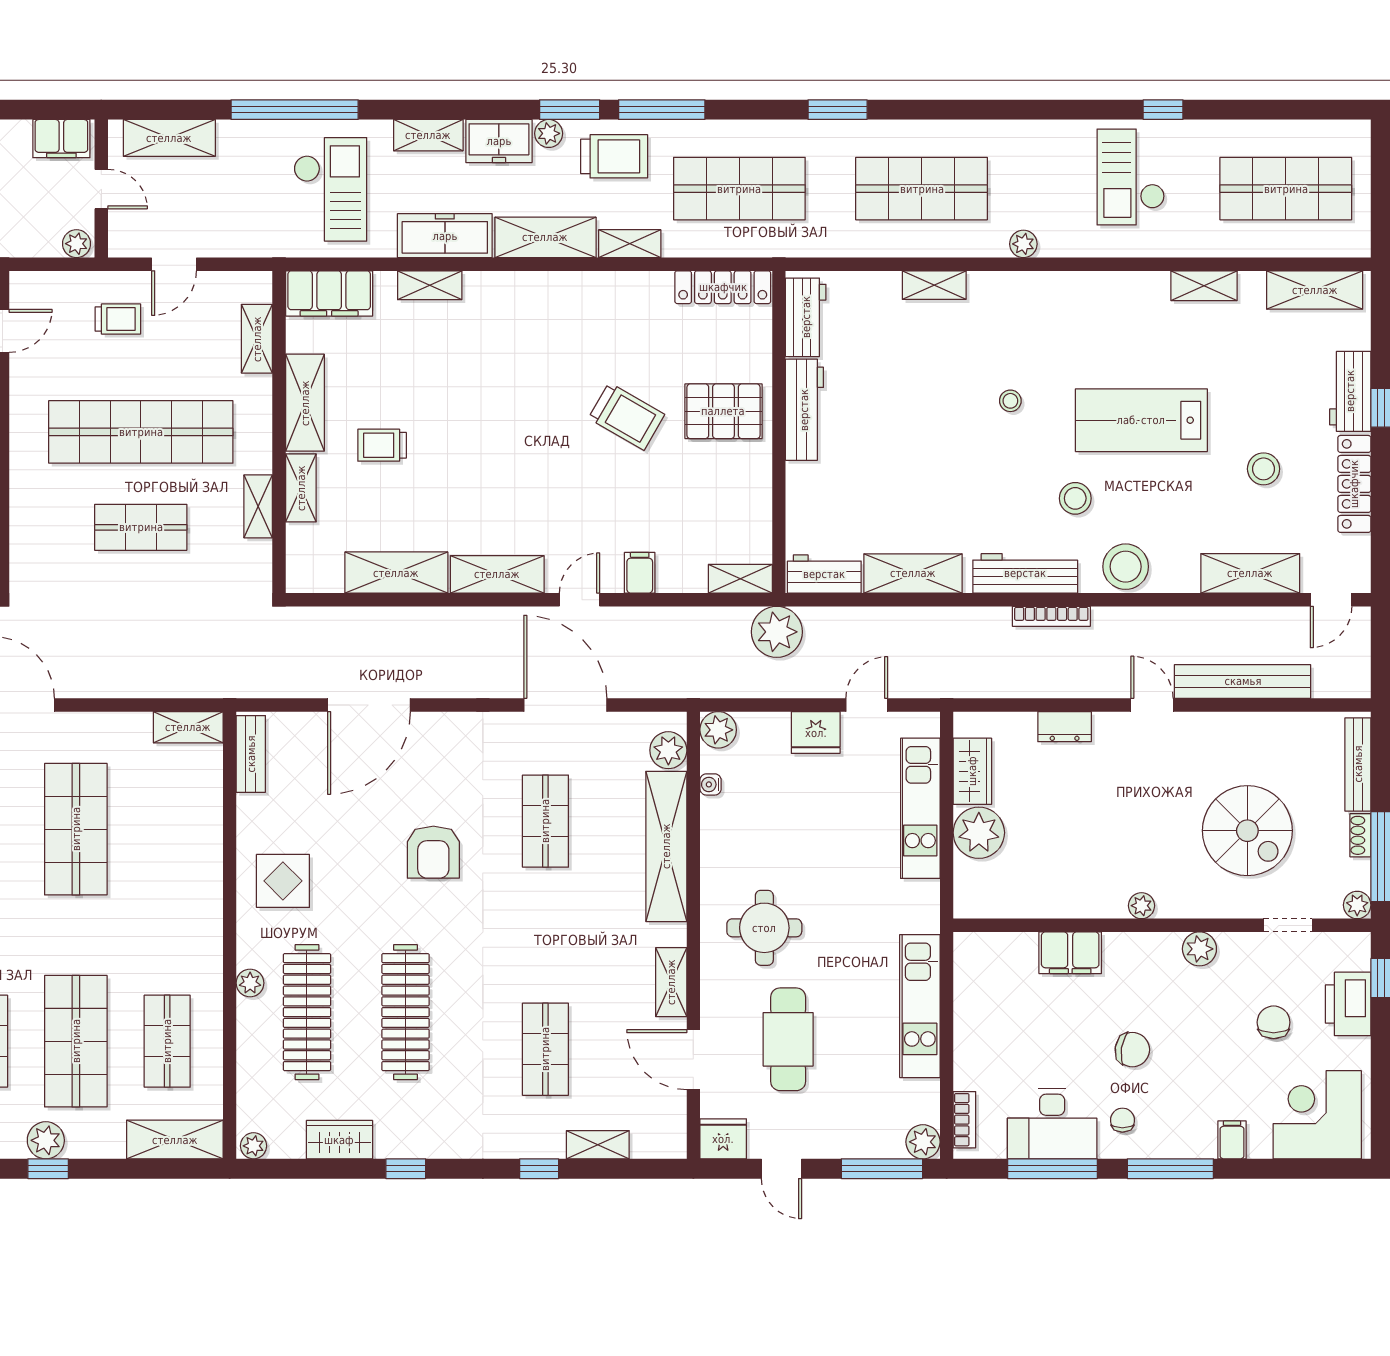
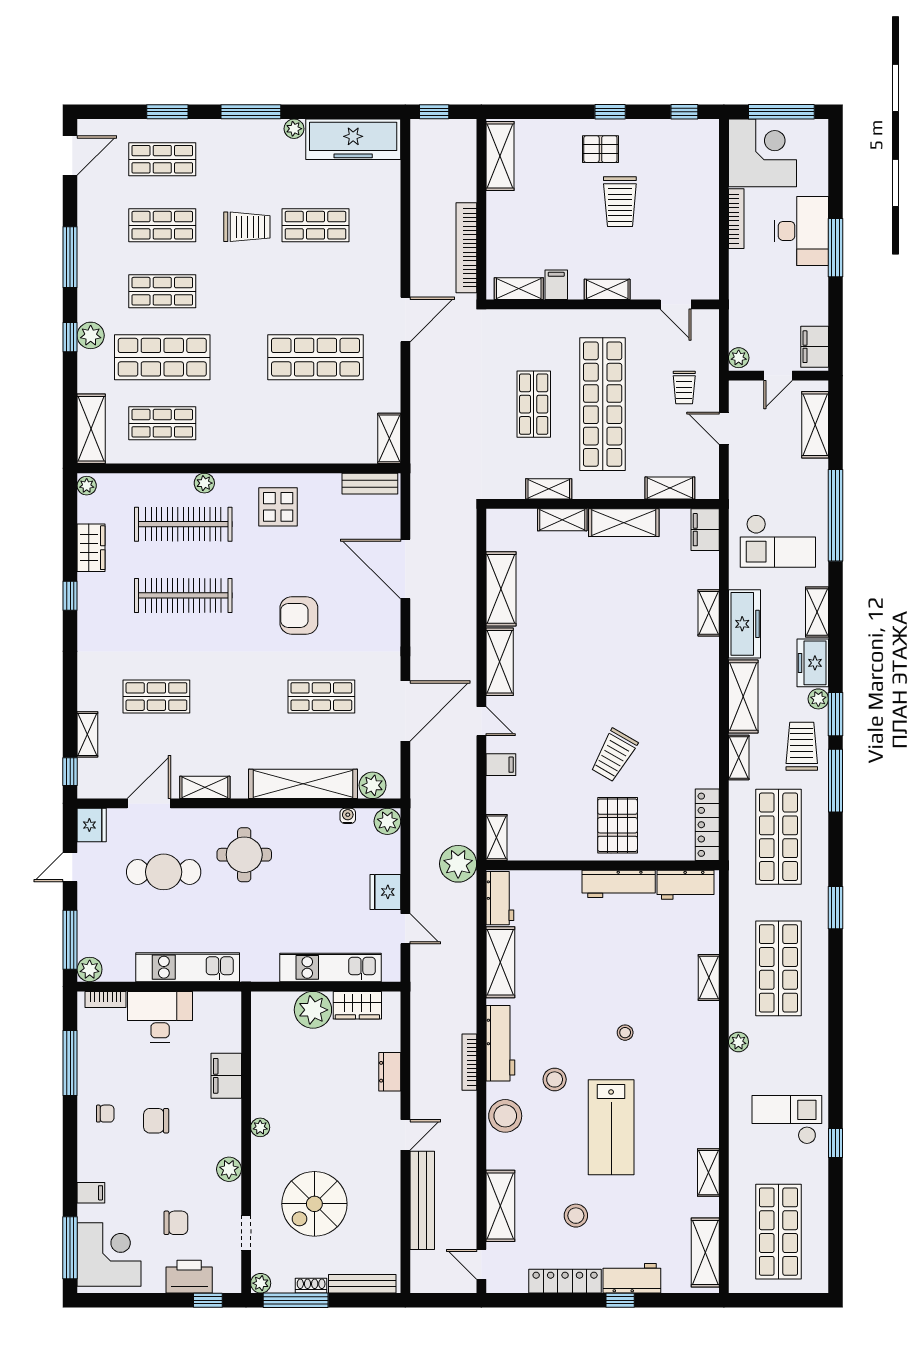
trolley: (614, 156) -> (802, 746), turned 180
filing cabinet: (329, 293) -> (705, 530), width x0.67, depth x0.86
lab bench: (1141, 420) -> (611, 1127), turned 180
trolley: (382, 445) -> (593, 579), removed
chair: (1132, 1050) -> (156, 1121), turned 81
desk: (1052, 1124) -> (160, 1017), moved, turned 90
window: (539, 1169) -> (70, 772), moved
window: (1170, 1169) -> (70, 1248), moved

